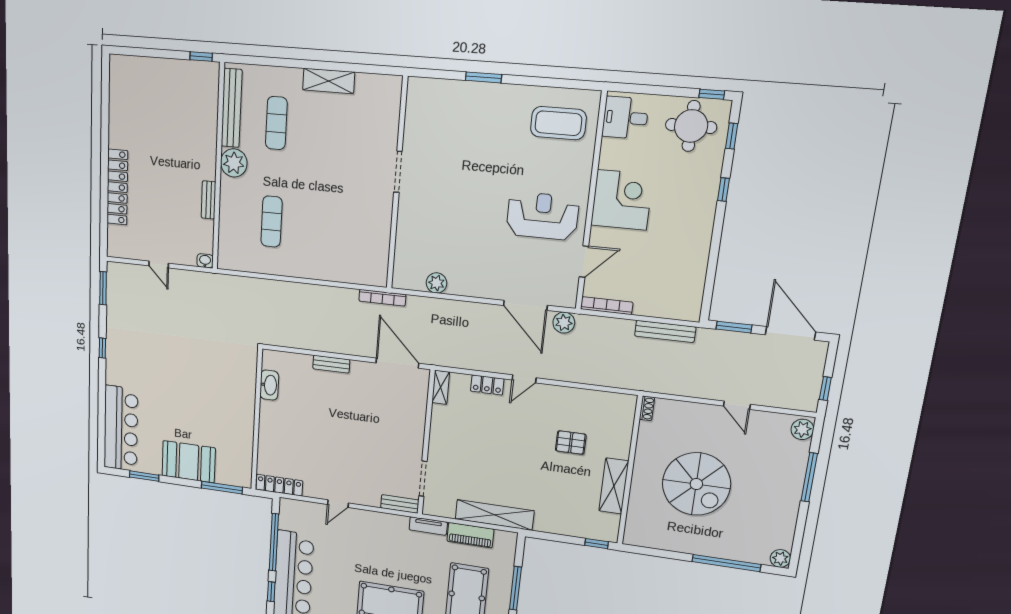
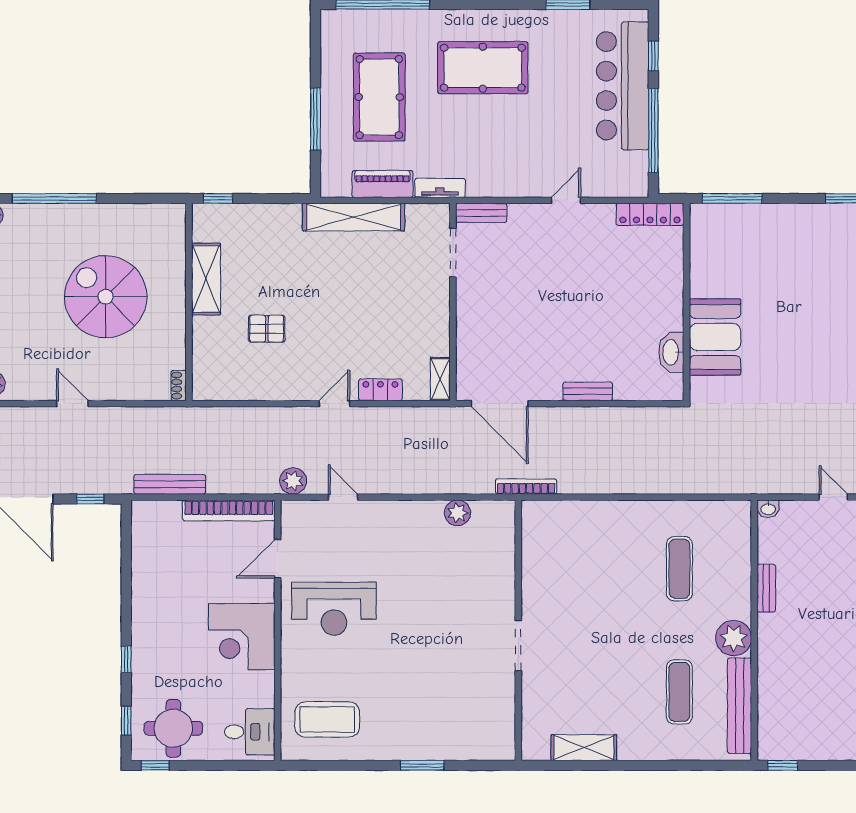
shelving: (329, 81) -> (584, 748), moved
door: (525, 305) -> (343, 497), width x0.53
bookcase: (607, 306) -> (229, 510), width x1.48, depth x1.31
window: (734, 327) -> (90, 499), width x0.67
booth: (189, 462) -> (715, 337), moved, turned 90

